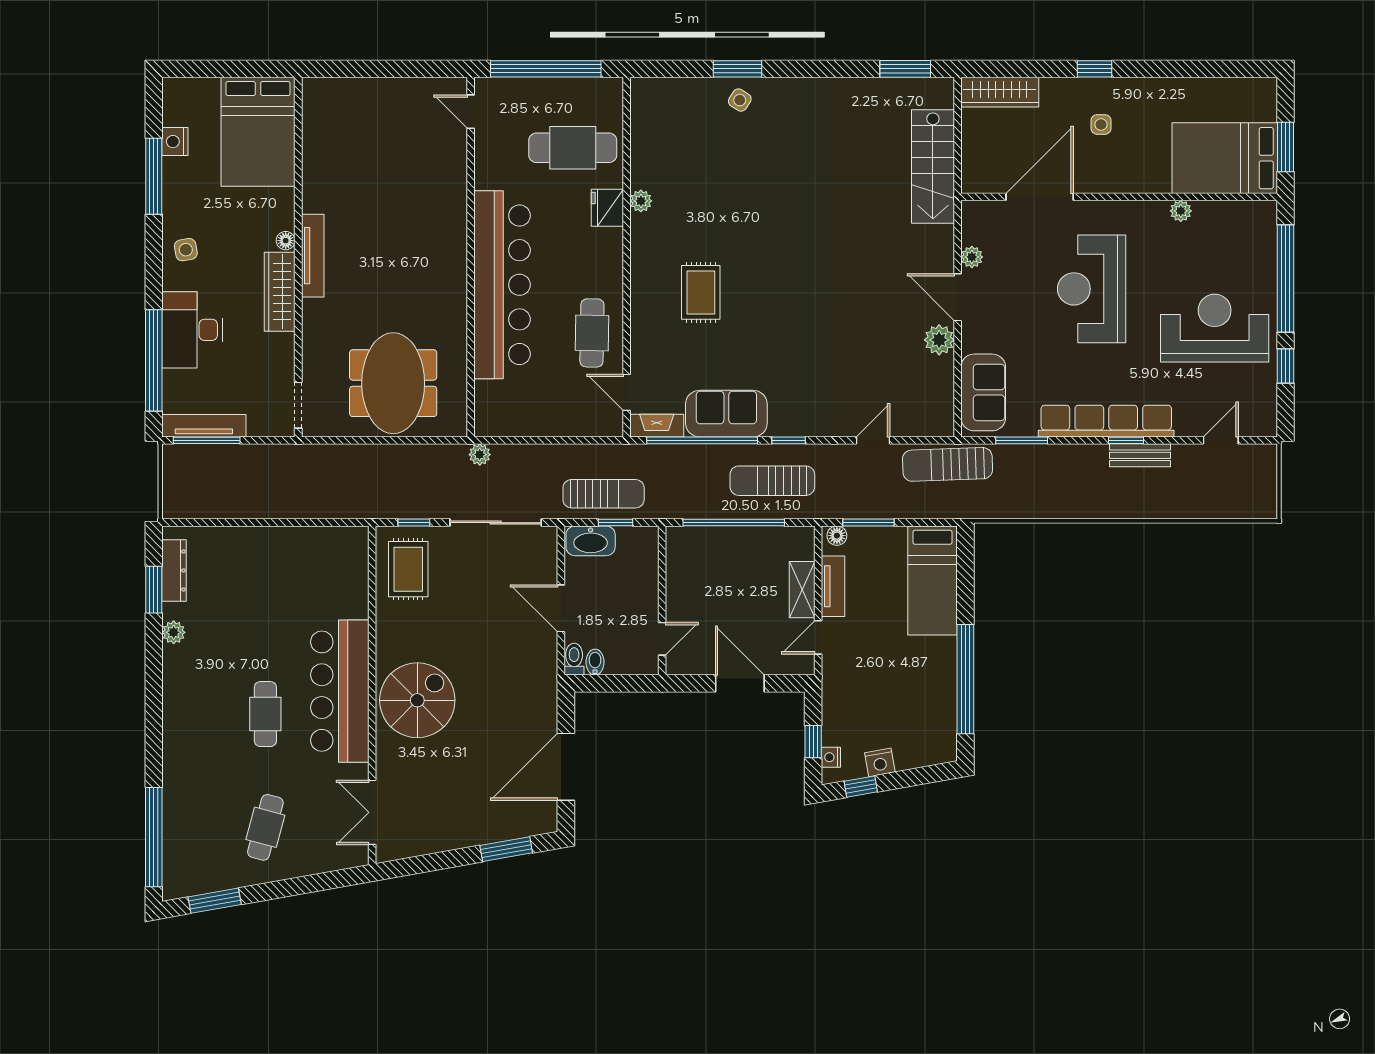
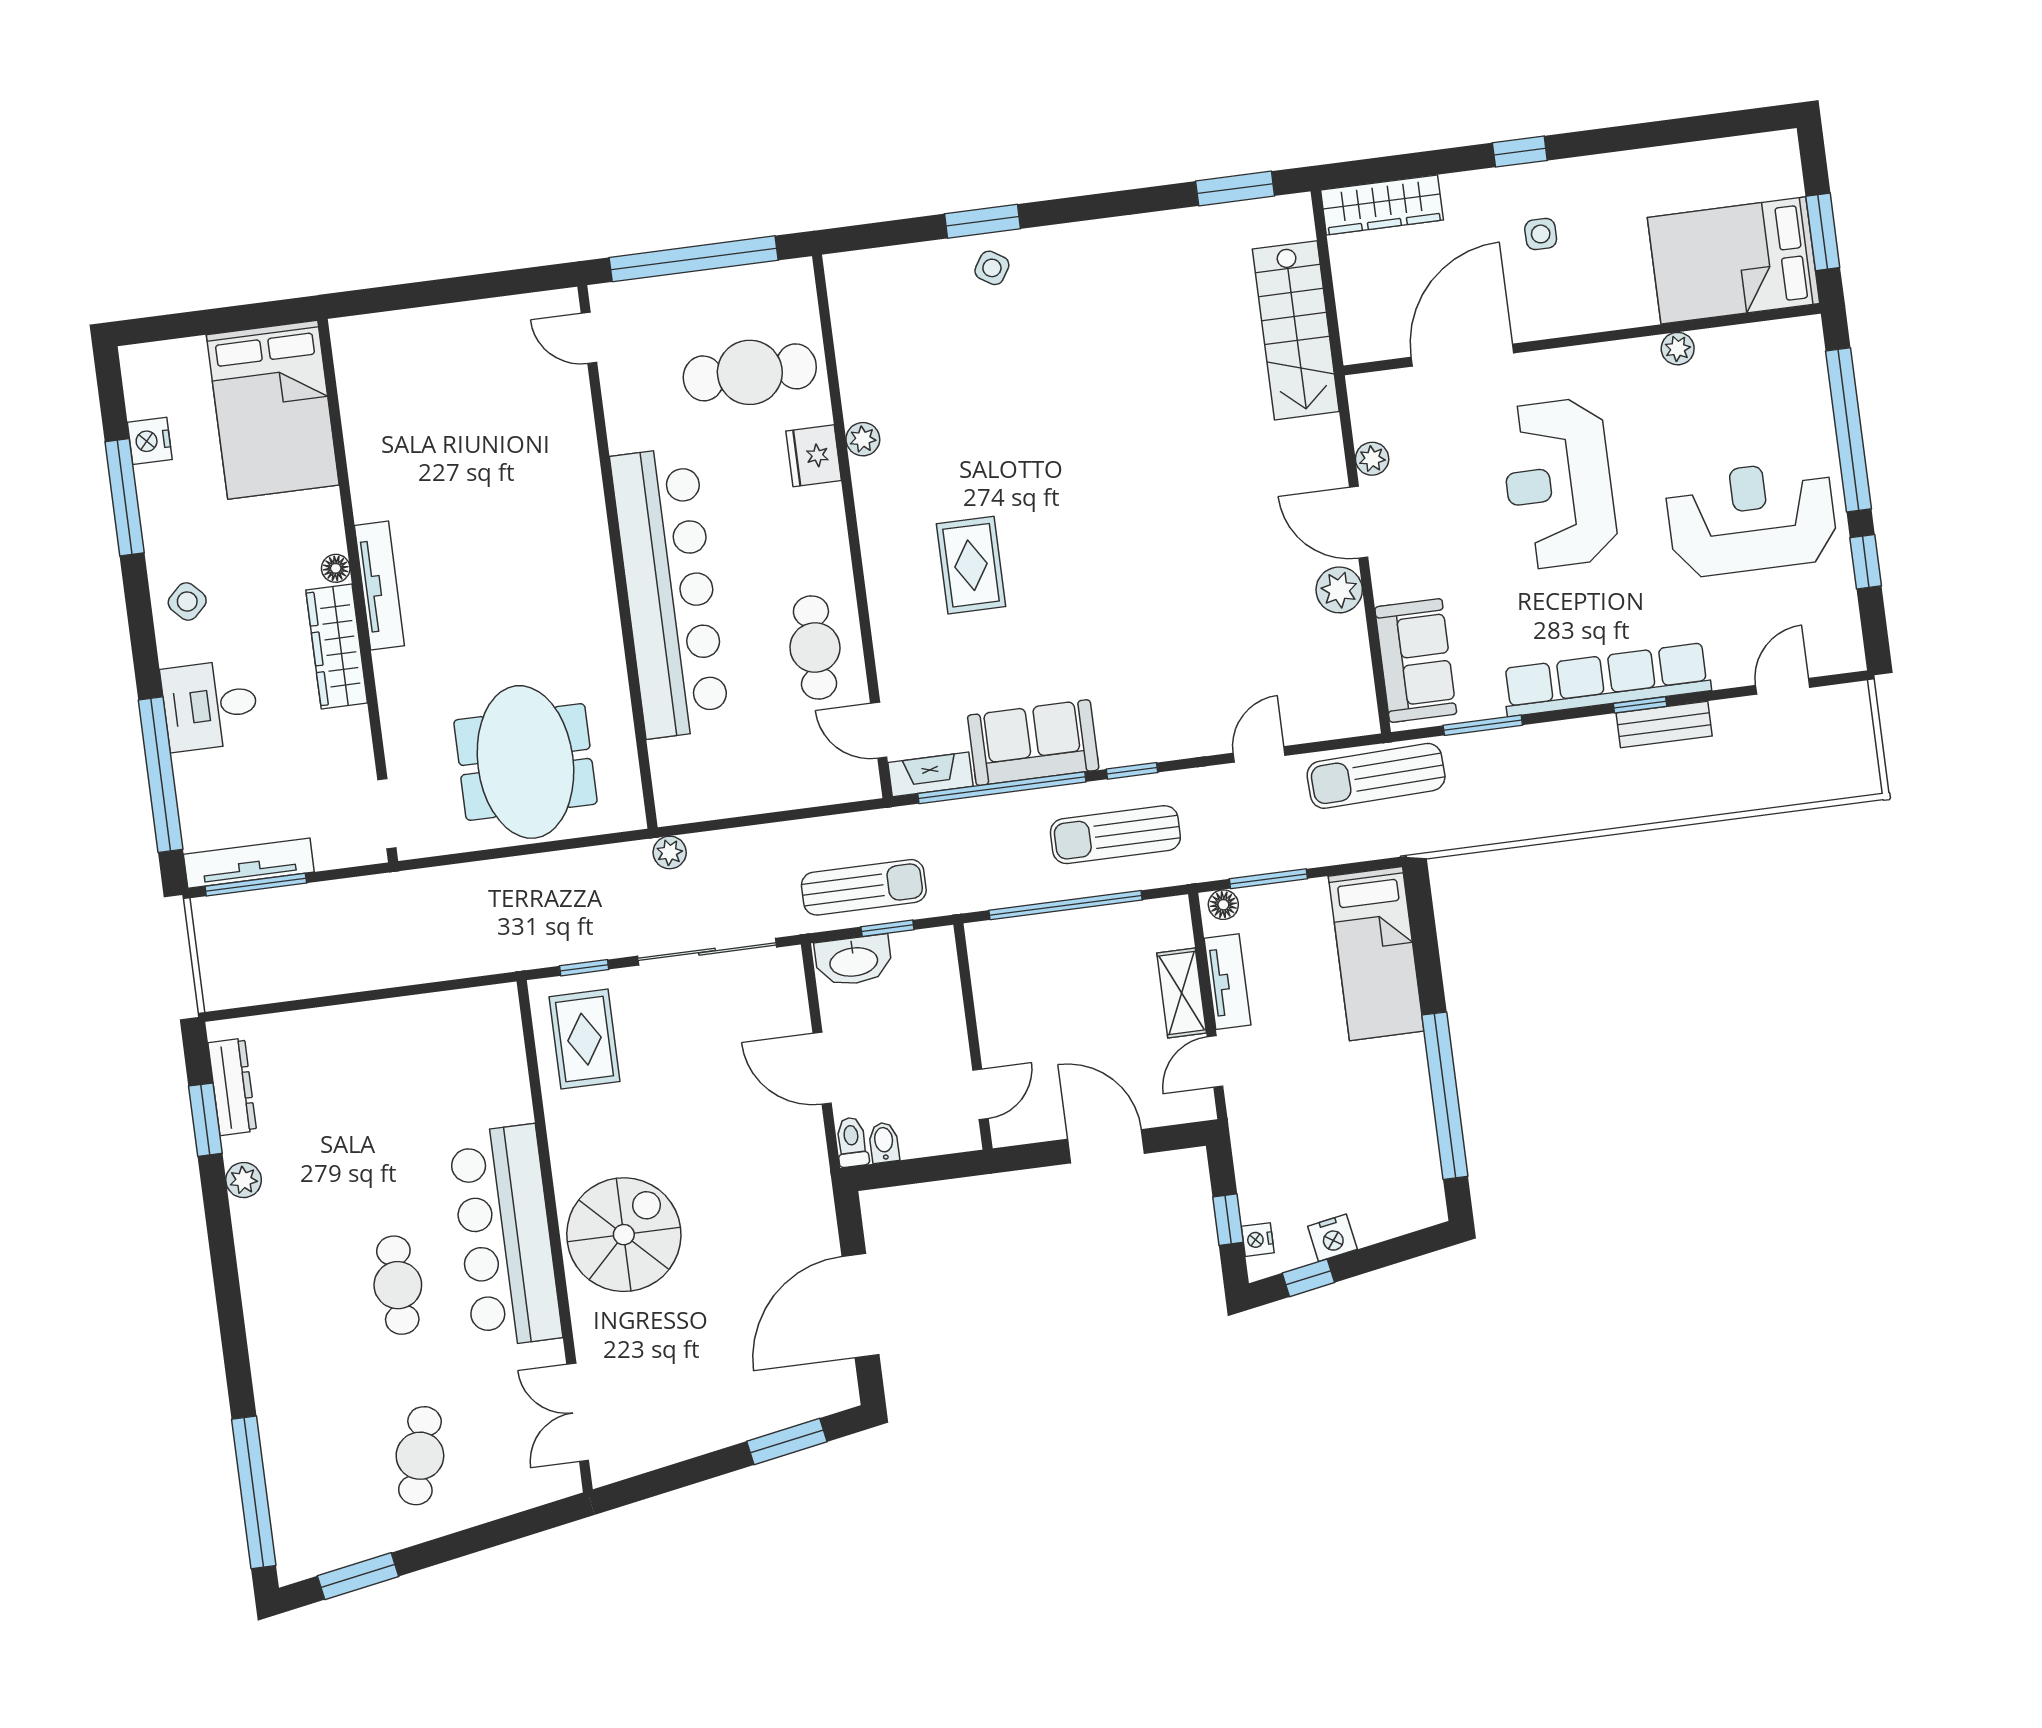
side table: (186, 250) -> (187, 601), turned -34
desk: (192, 330) -> (210, 705), width x0.73

